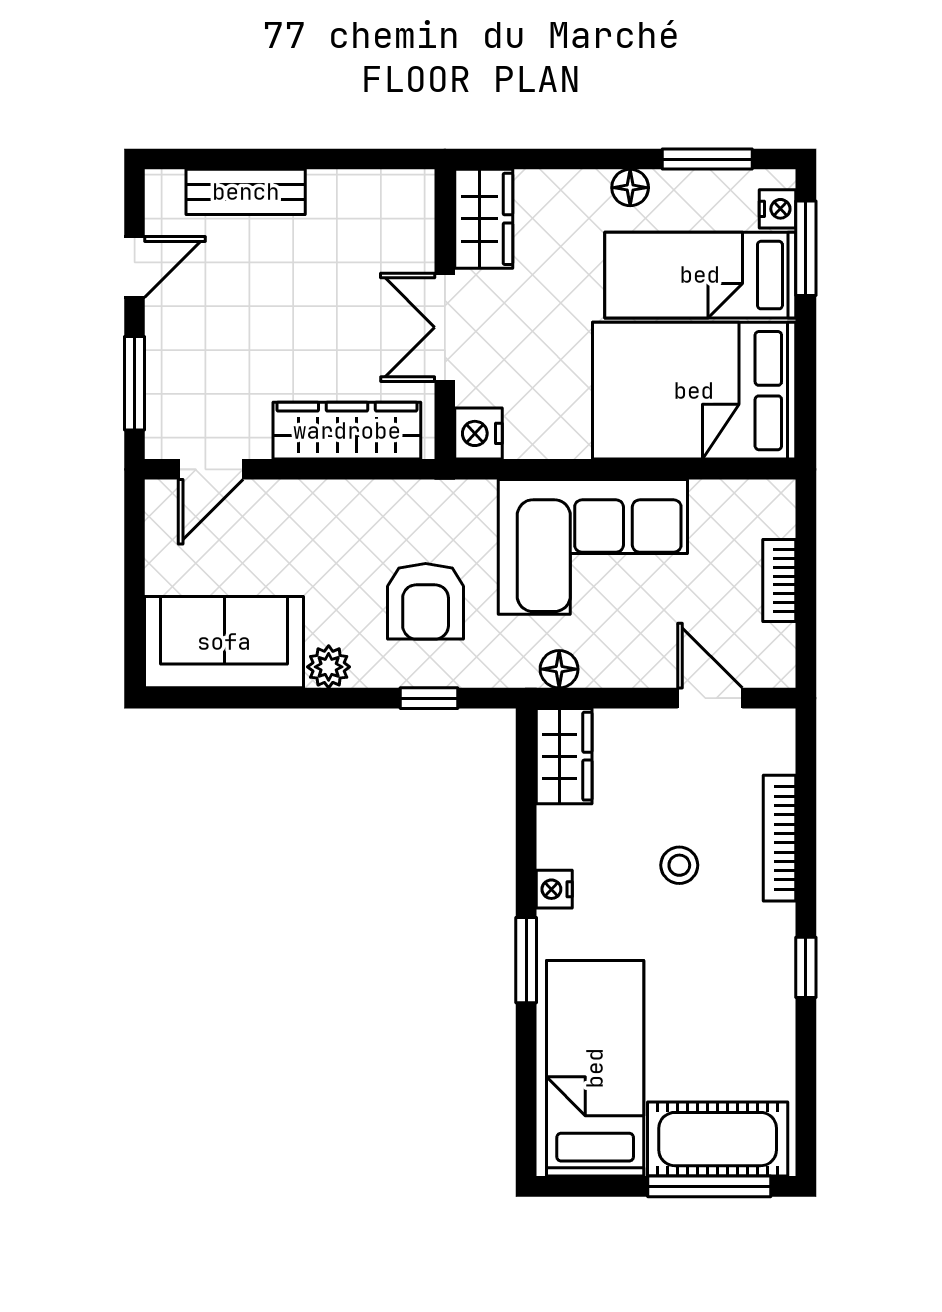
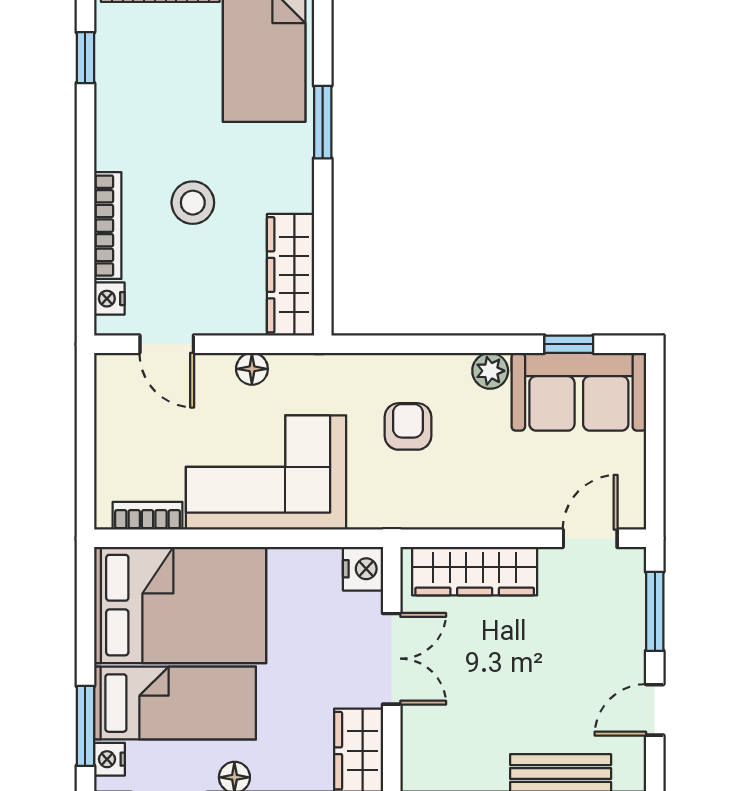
bookcase: (779, 580) -> (148, 516), moved, turned -90
armchair: (426, 601) -> (408, 426), width x0.72, depth x0.72
floor lamp: (559, 669) -> (252, 369), moved
window: (429, 698) -> (569, 344), moved
wardrobe: (564, 756) -> (290, 275), width x1.50
stool: (679, 865) -> (193, 203), width x1.37, depth x1.37
nightstand: (554, 889) -> (109, 299), moved, turned 180
window: (806, 967) -> (85, 58), moved

